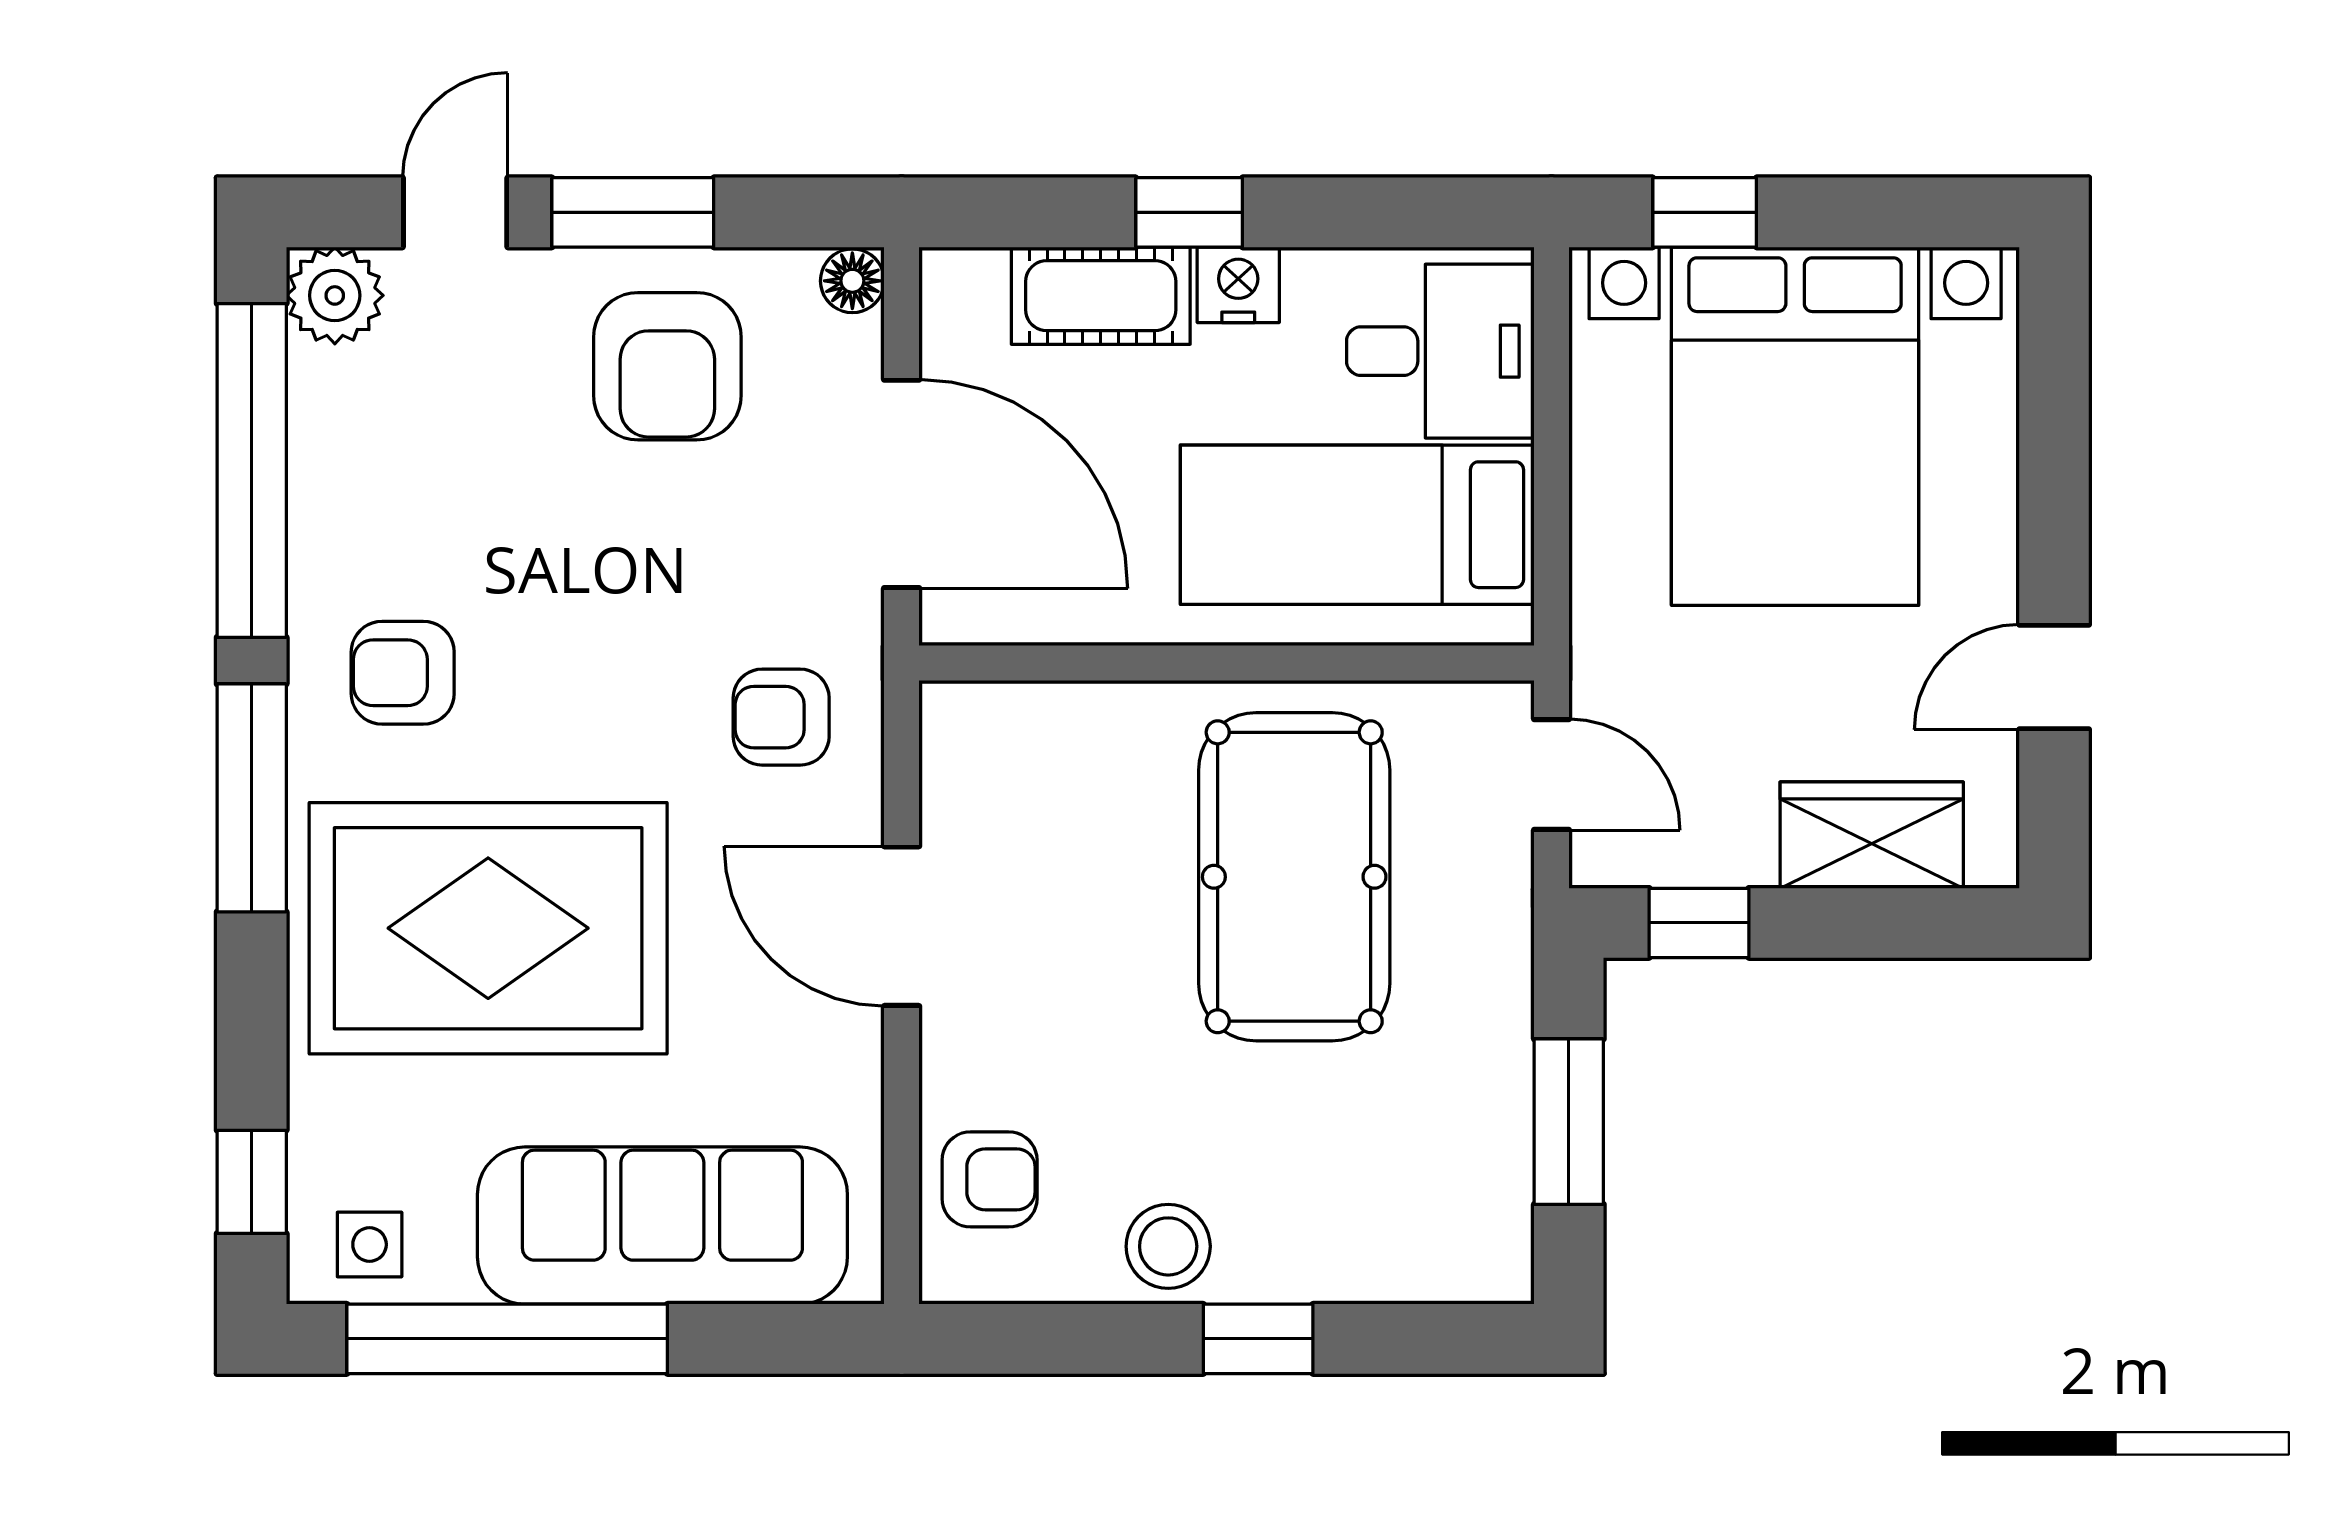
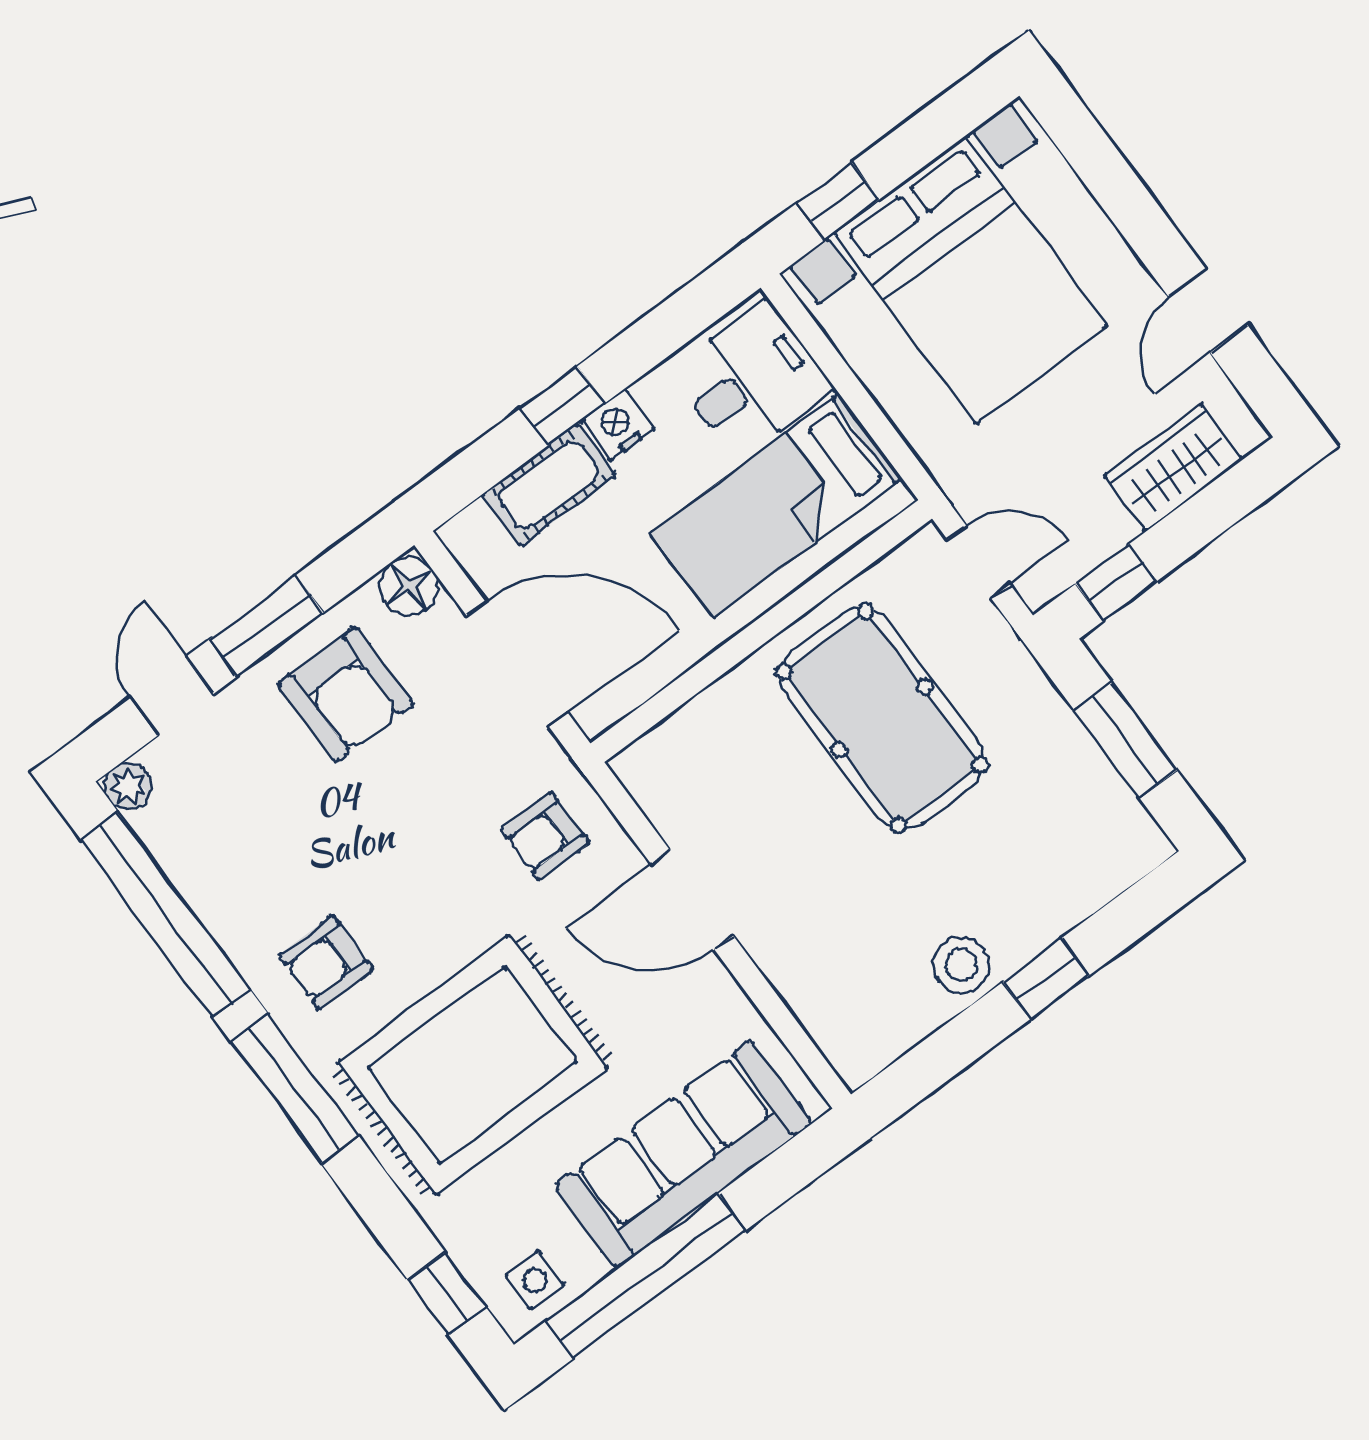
floor lamp: (852, 281) -> (409, 586), width x1.37, depth x1.37
plant: (335, 295) -> (128, 786), width x0.73, depth x0.73
armchair: (990, 1179) -> (839, 1000), removed

